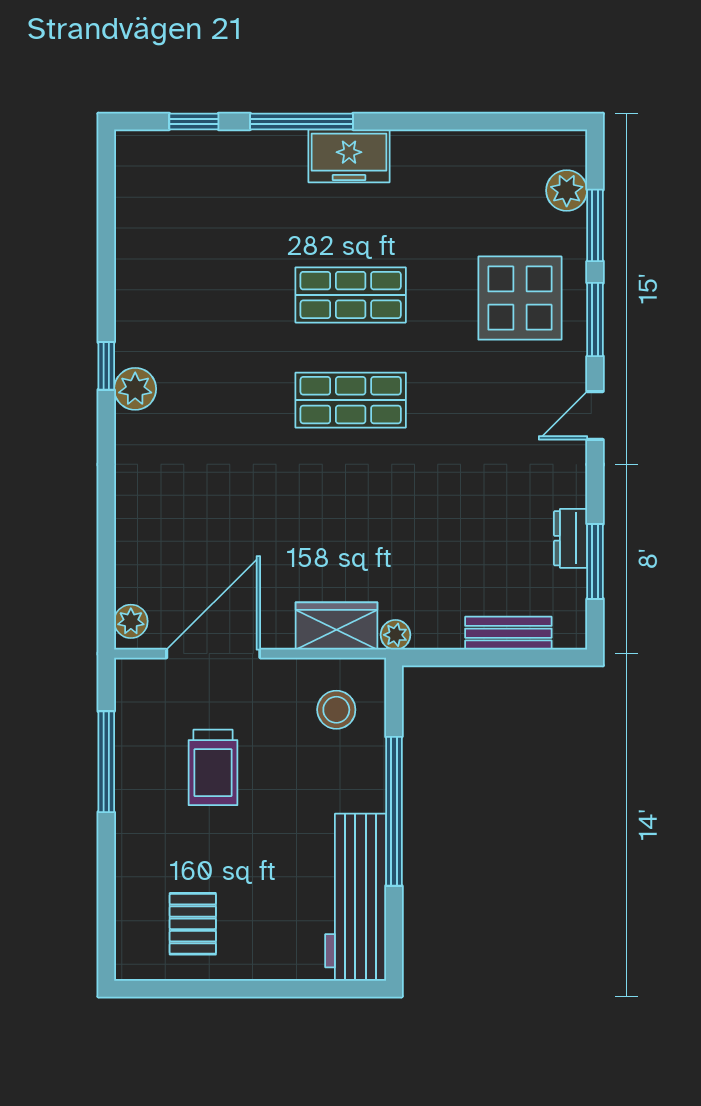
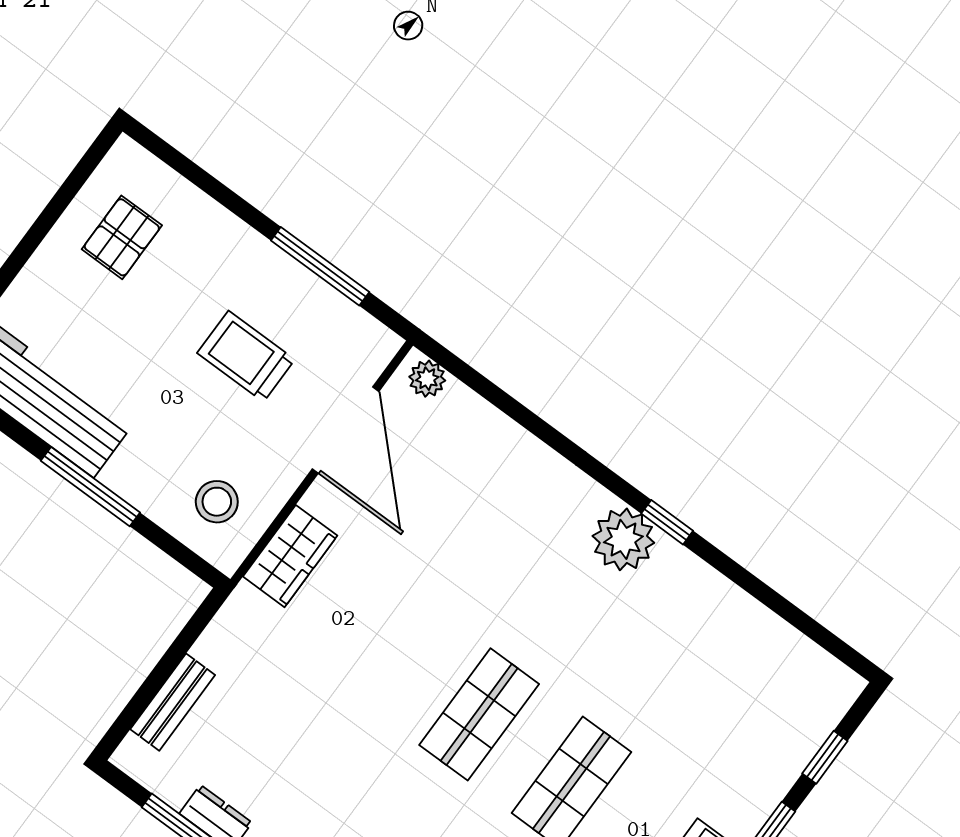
plant: (135, 389) -> (623, 539), width x1.36, depth x1.36
plant: (395, 635) -> (244, 602), removed
window: (394, 811) -> (90, 487), width x0.68
pallet: (193, 924) -> (122, 237), turned 90

